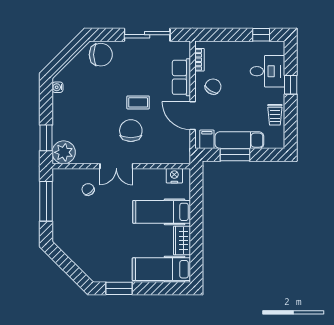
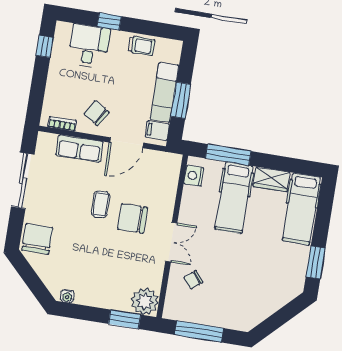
window: (196, 201) -> (228, 155), added

